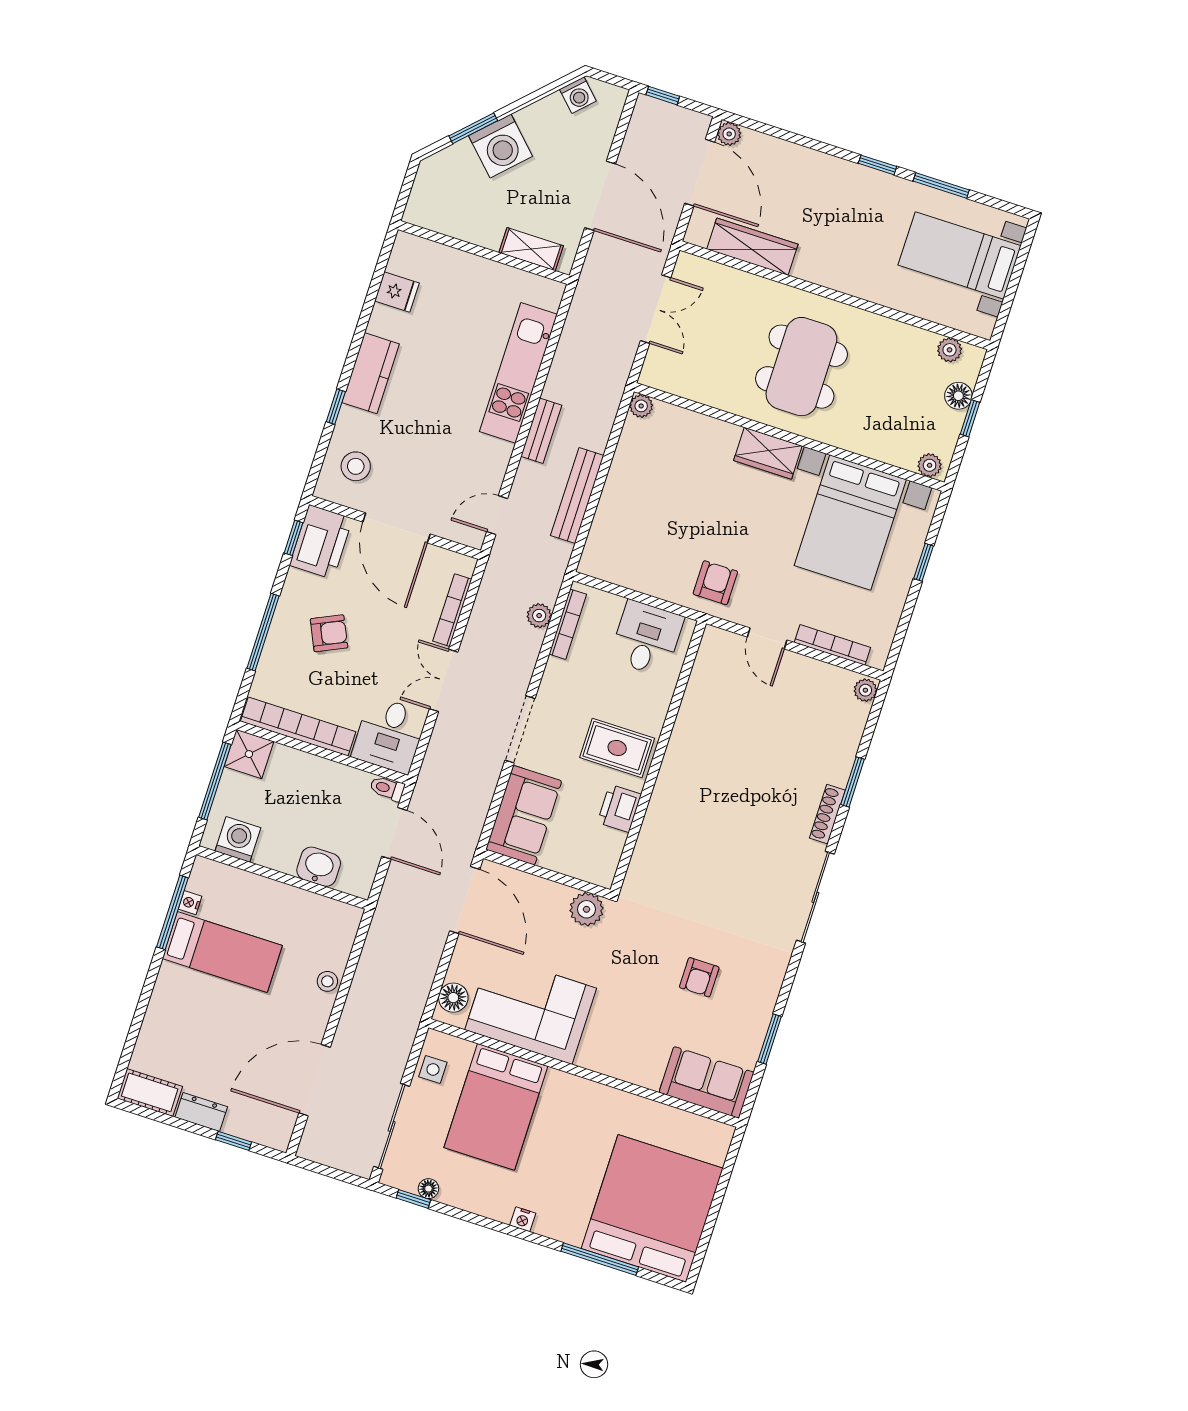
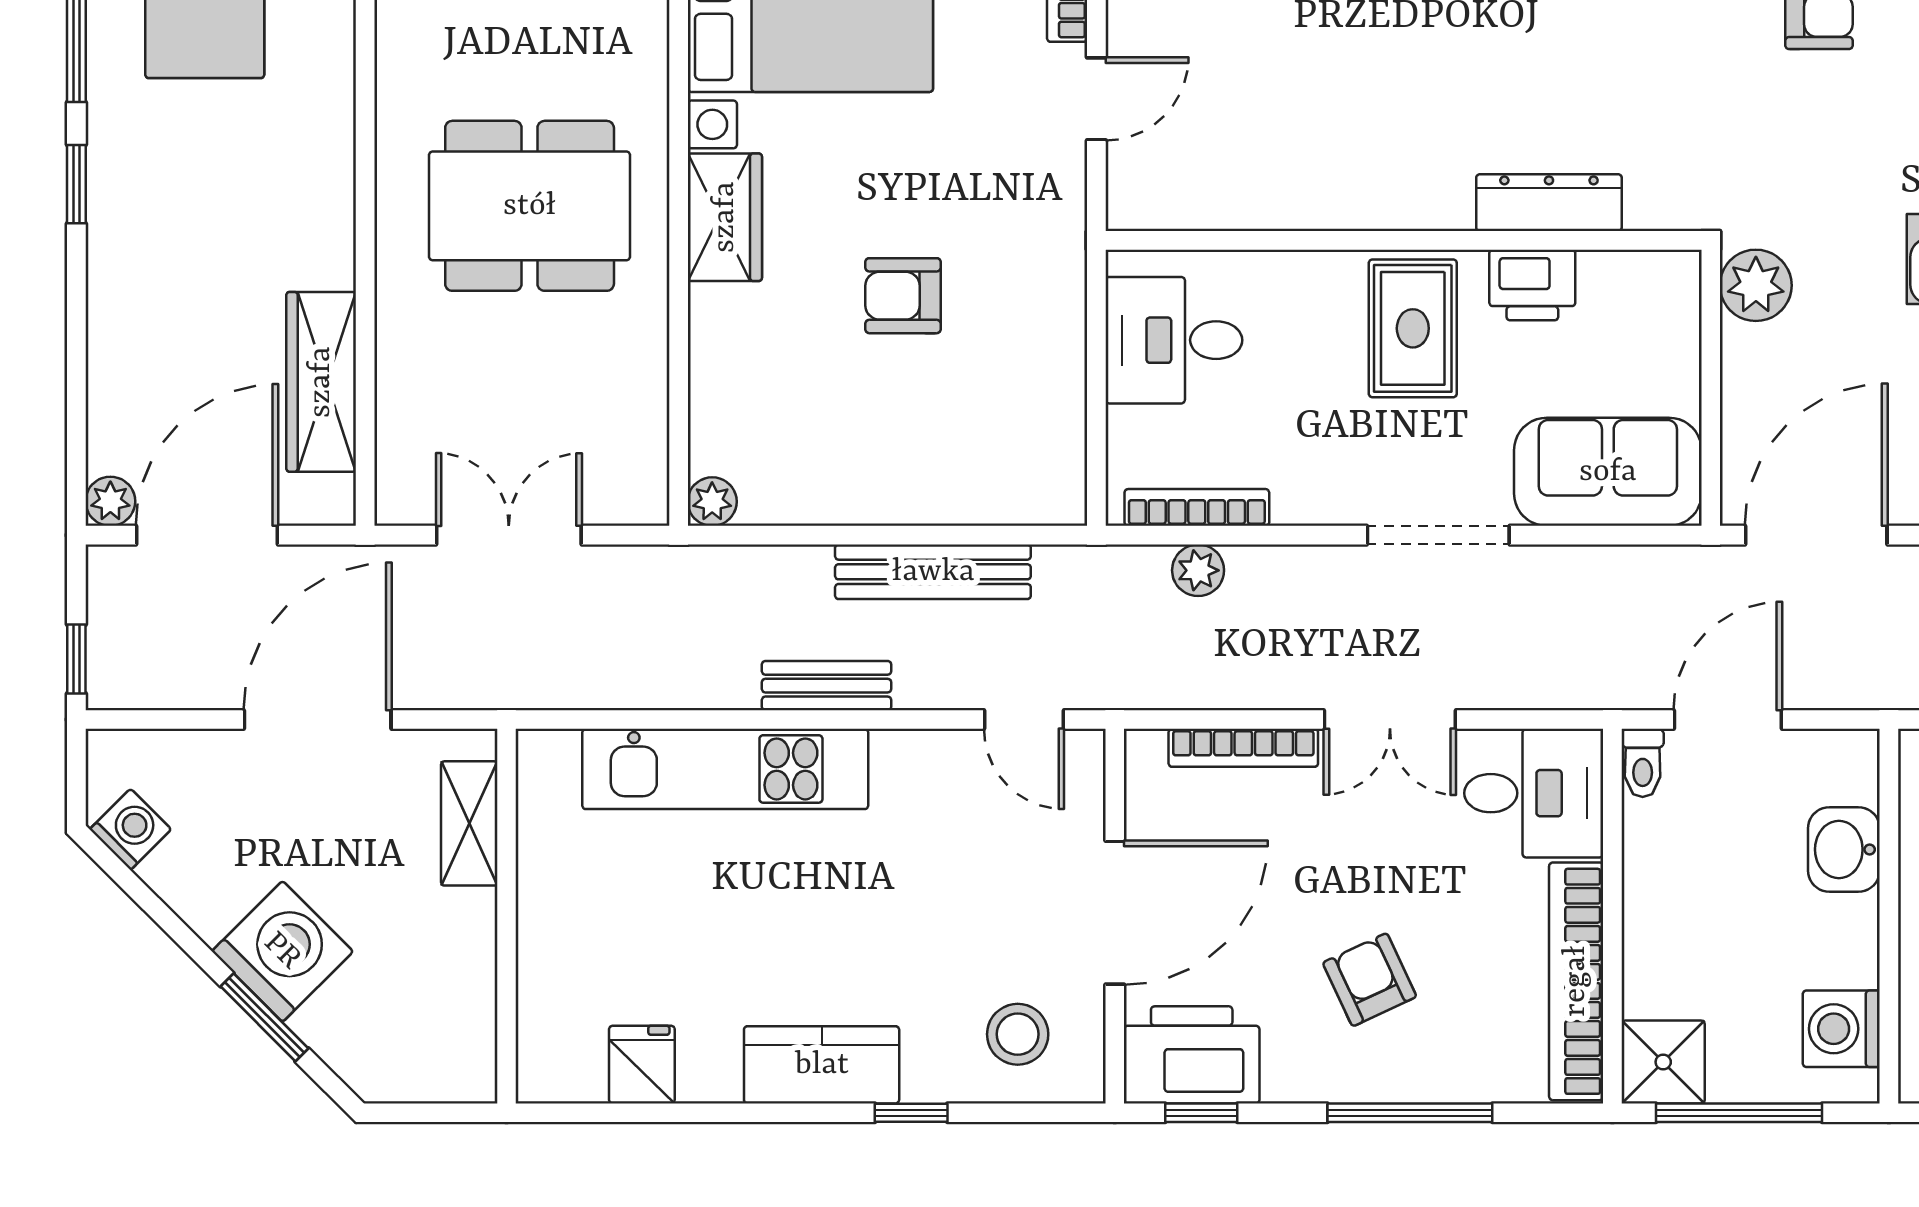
armchair: (715, 583) -> (903, 296), moved
dresser: (654, 828) -> (1549, 203), added

